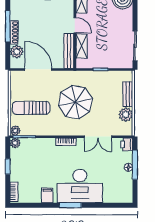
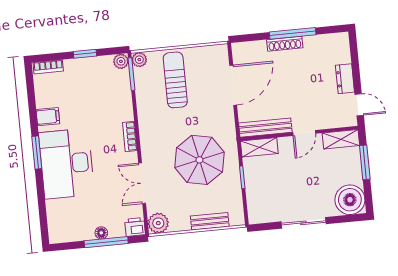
shelving: (82, 46) -> (259, 147), moved
sliding door: (135, 46) -> (303, 223), moved
plant: (17, 52) -> (257, 50), removed
parasol: (75, 102) -> (199, 160), moved
plant: (126, 115) -> (158, 223), moved

